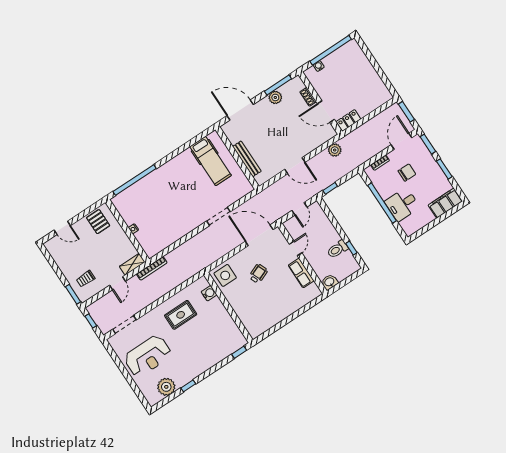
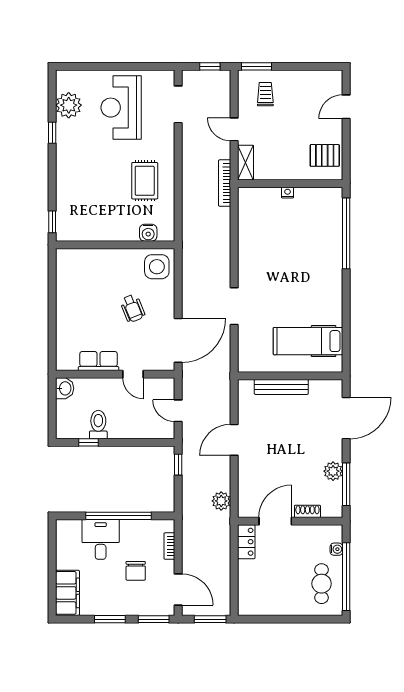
cafe table: (344, 61) -> (322, 584), added

